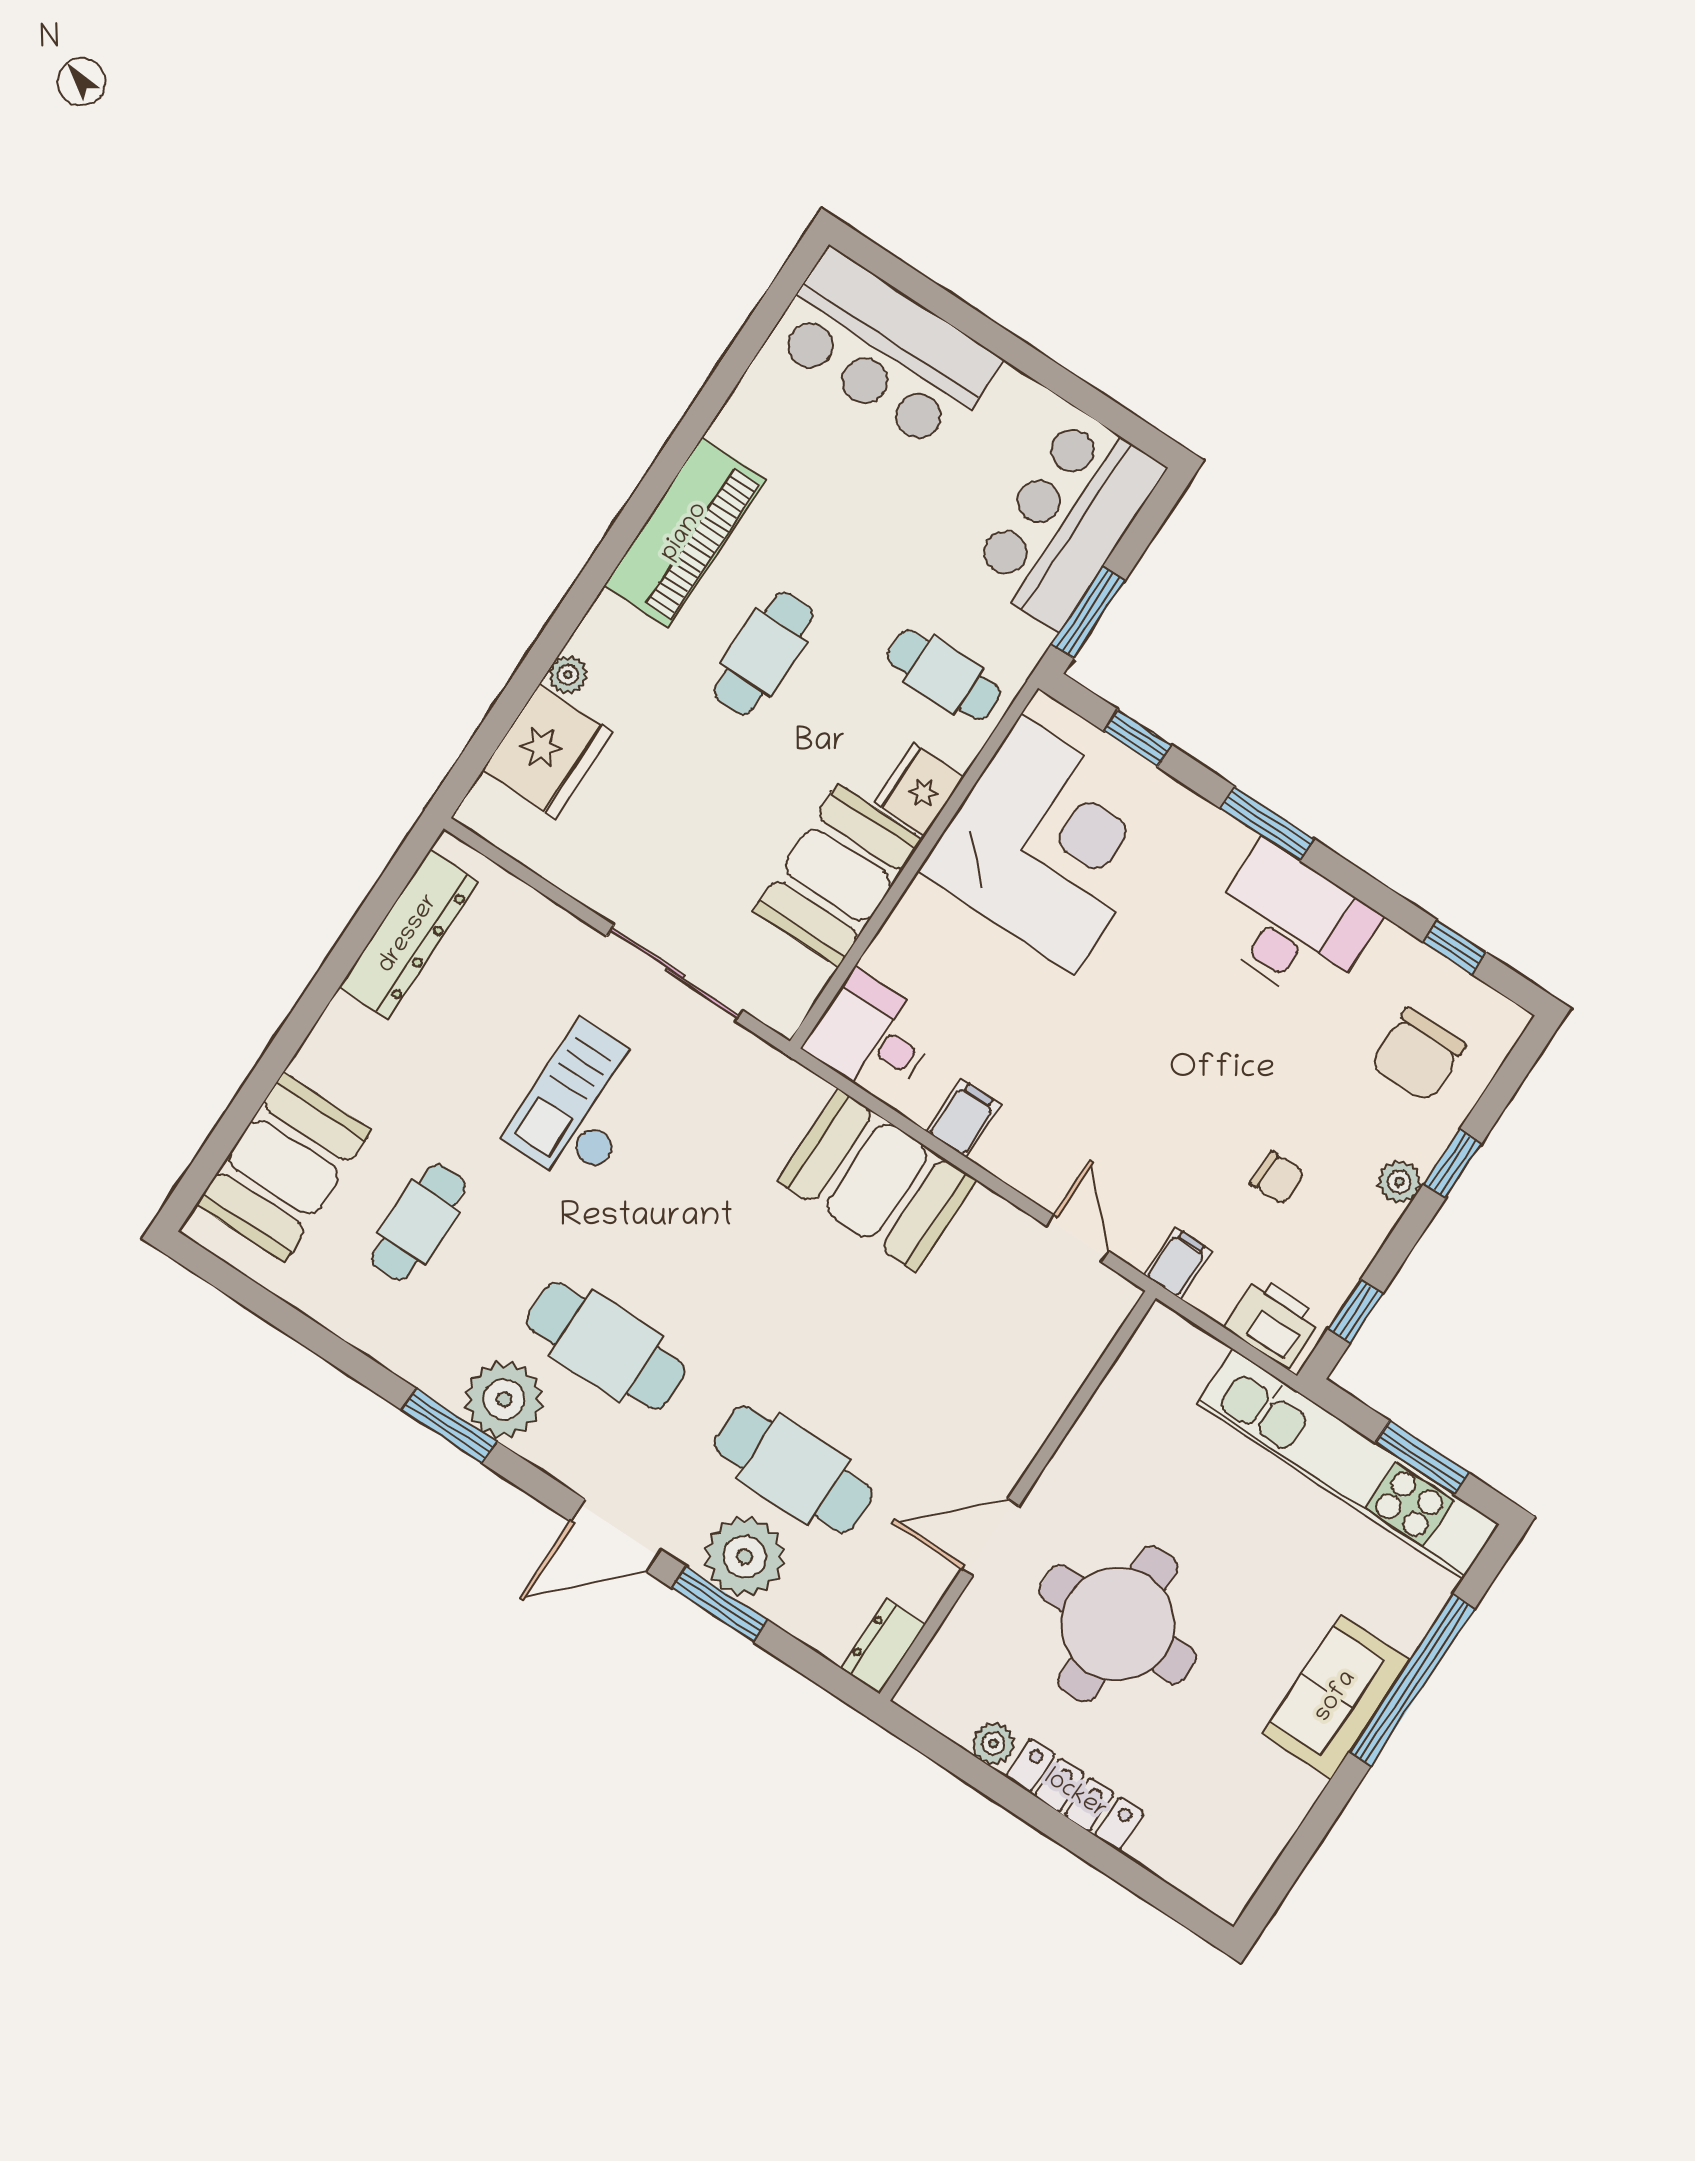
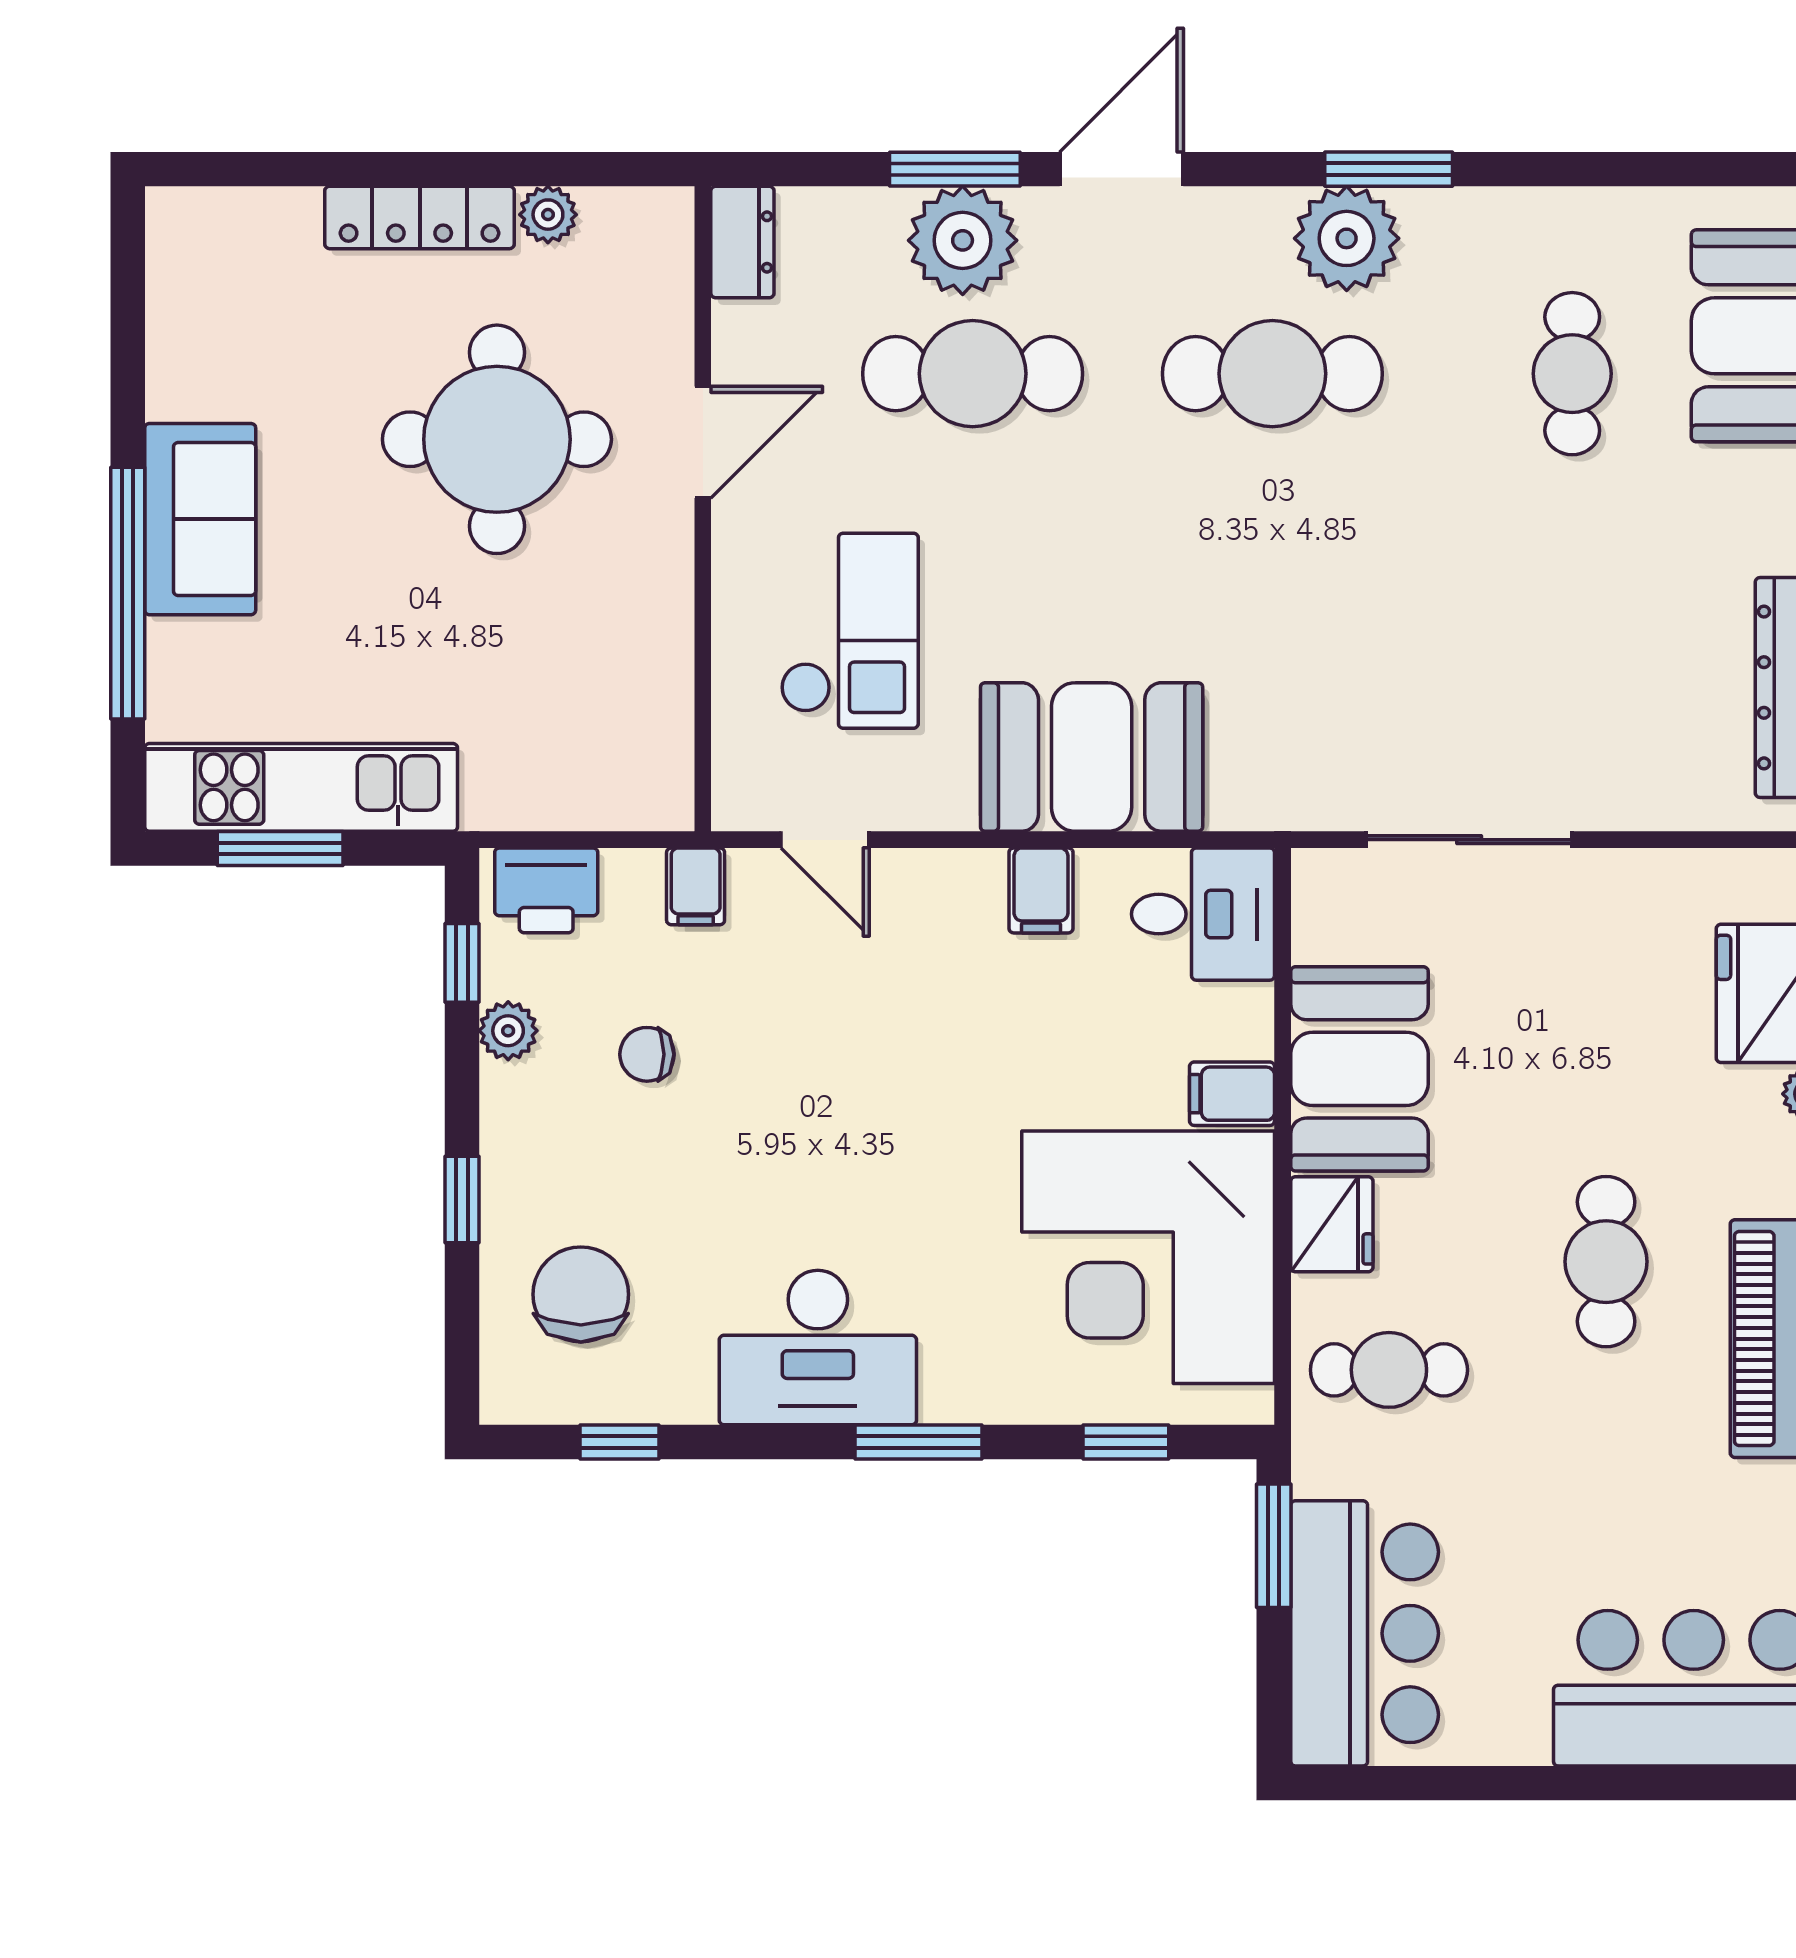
filing cabinet: (928, 912) -> (1232, 1094), added
checkout: (583, 1105) -> (850, 631), moved
plant: (1399, 1182) -> (508, 1031), moved
kitchen unit: (1348, 1464) -> (301, 787), width x0.73

